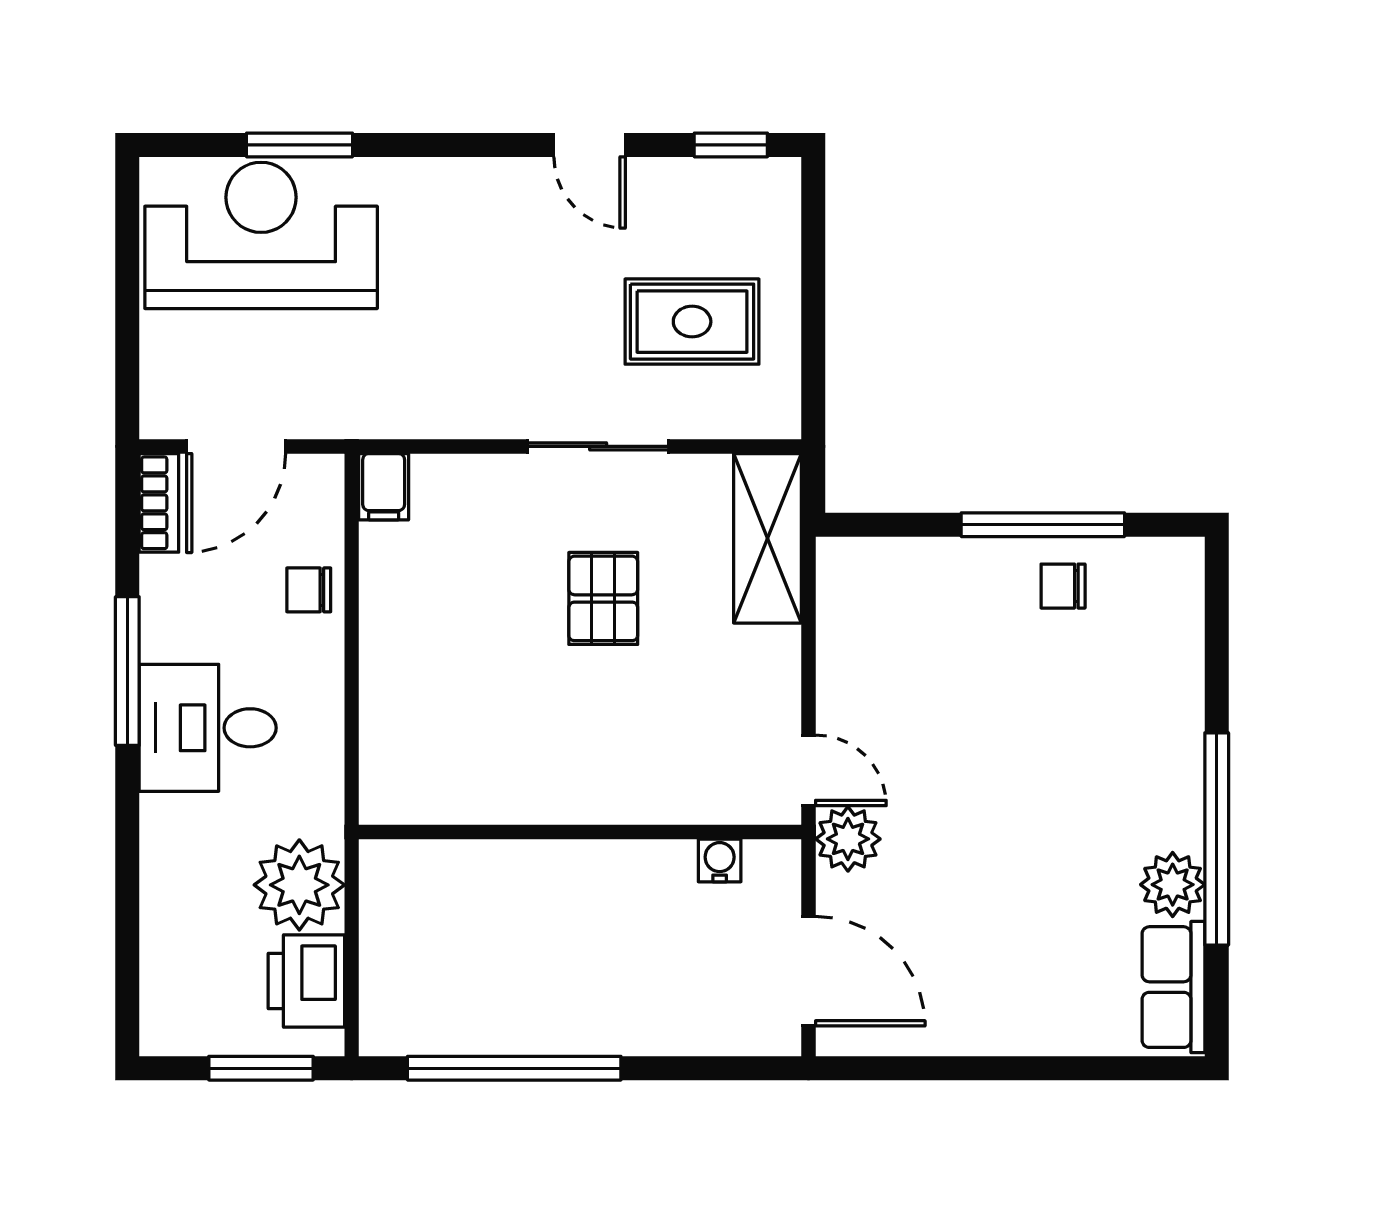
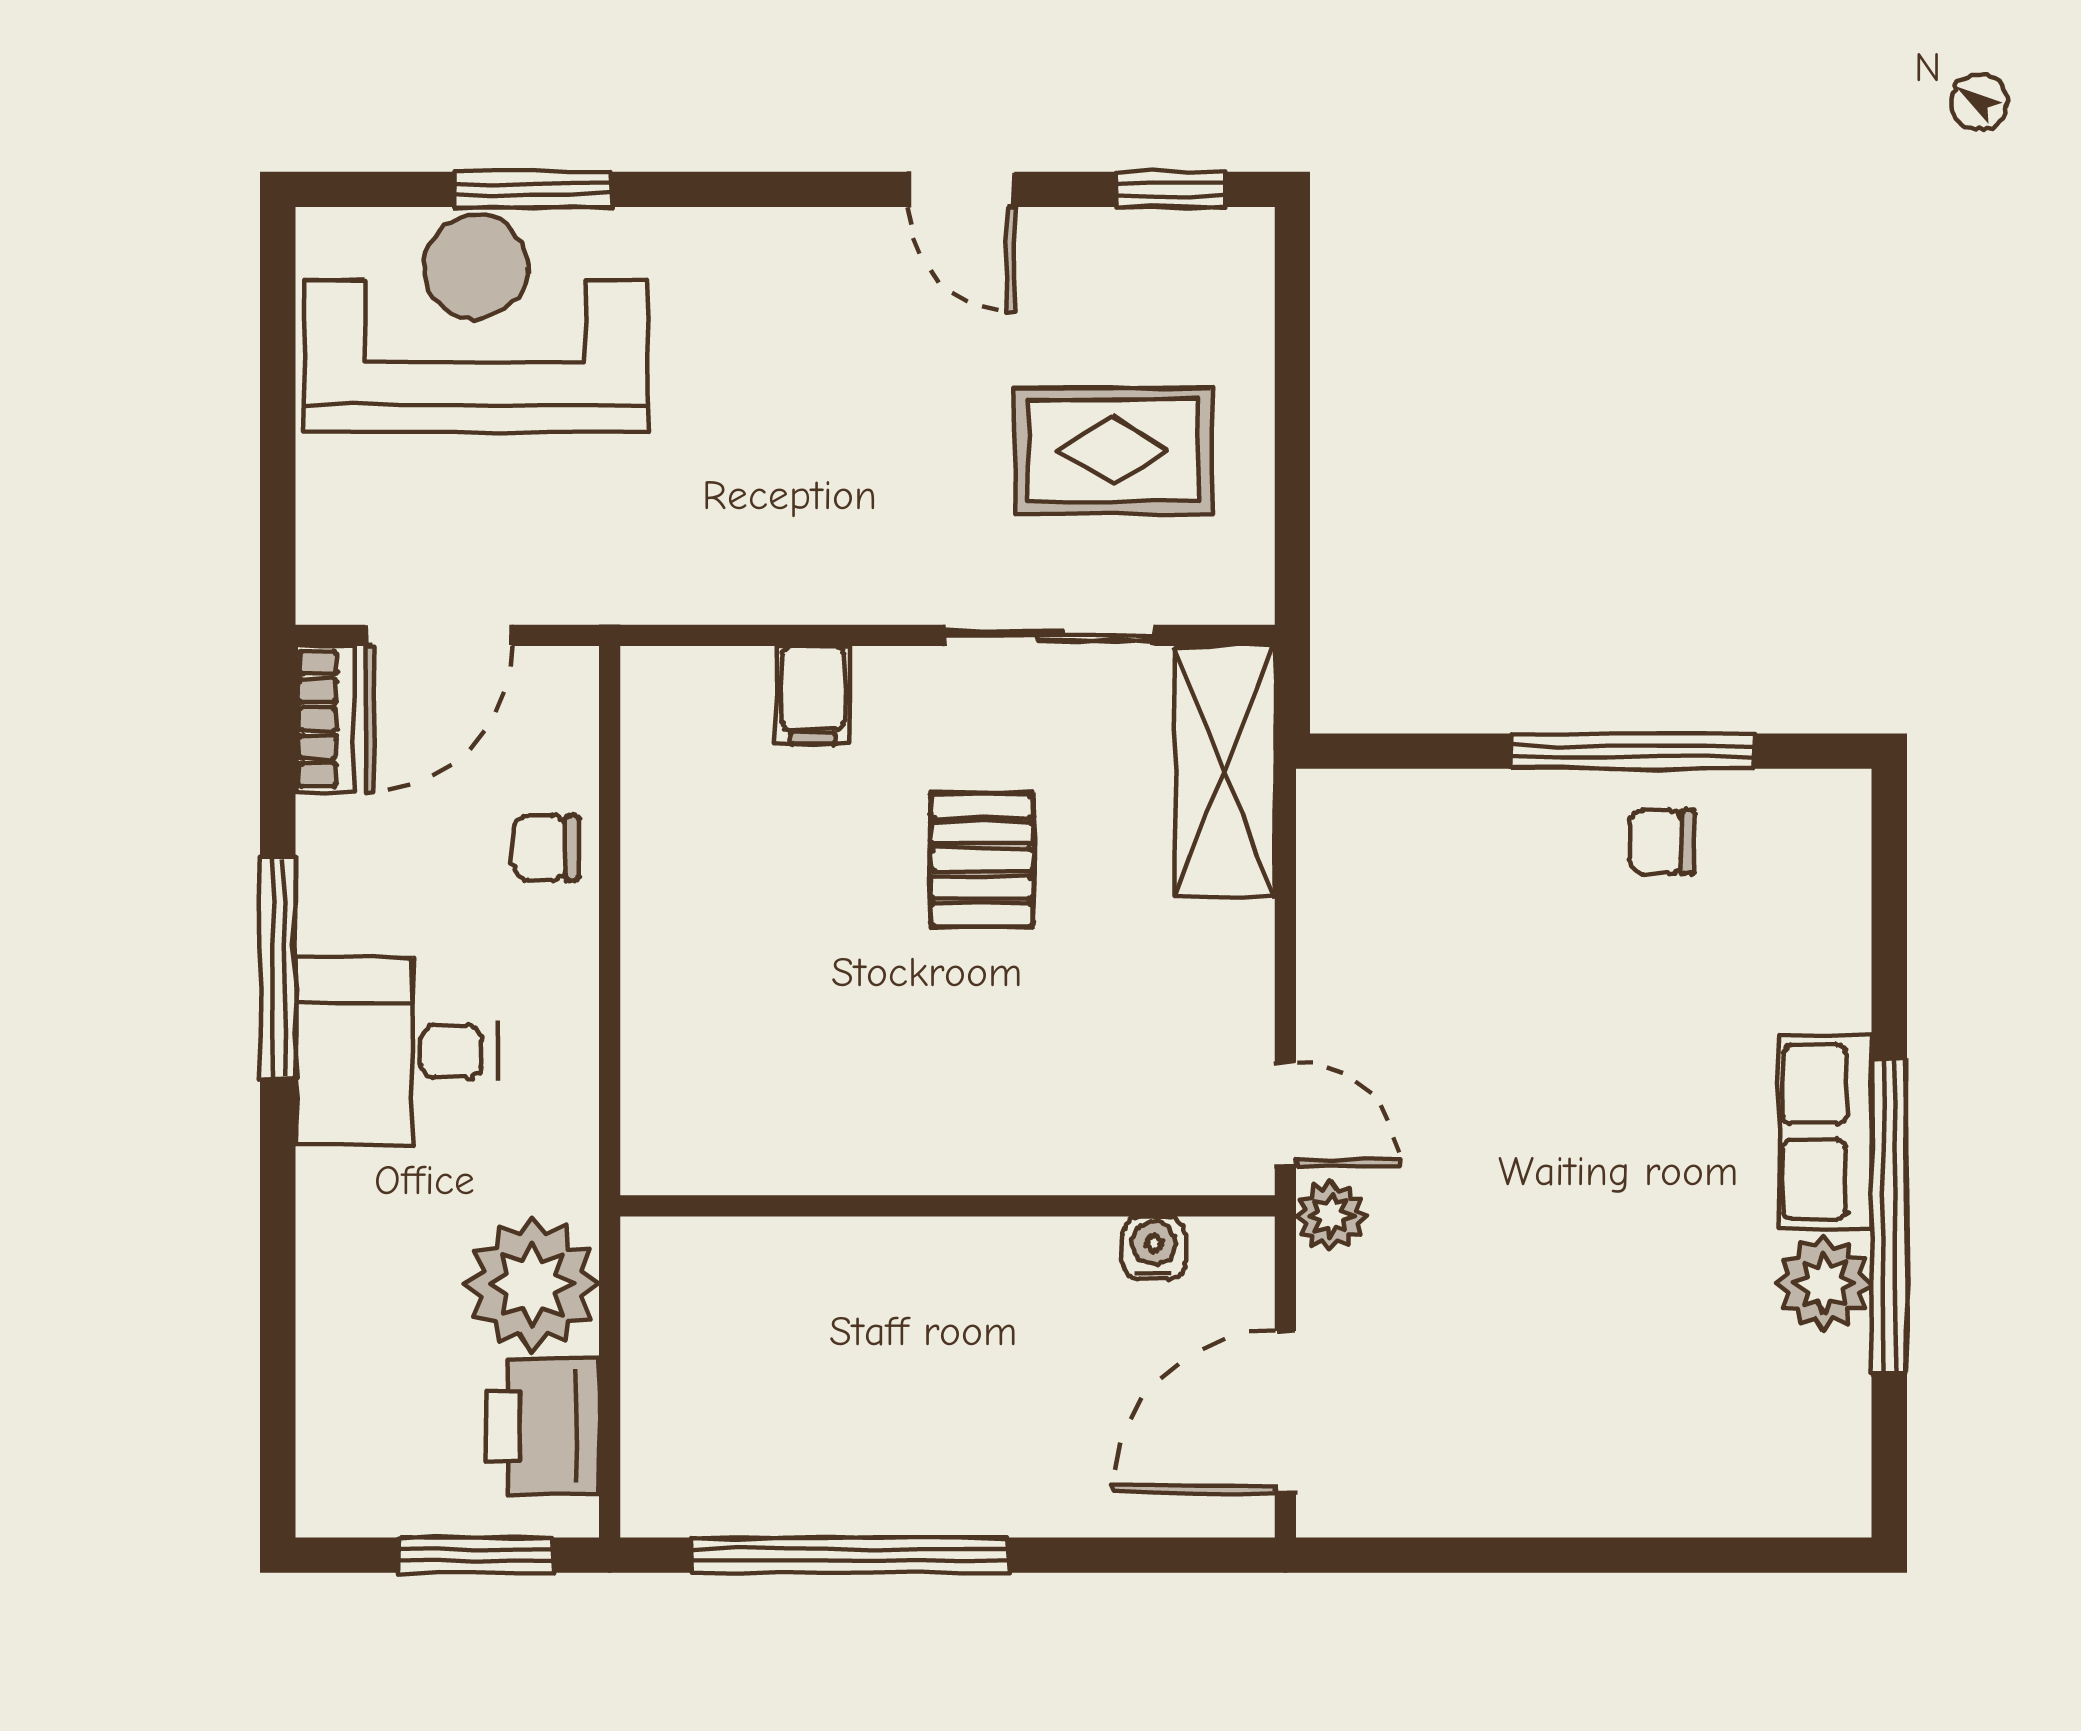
sliding door: (598, 446) -> (1050, 635), moved
filing cabinet: (384, 487) -> (813, 695), moved
plant: (848, 839) -> (1331, 1216), width x0.73, depth x0.73
door: (808, 971) -> (1285, 1412), swing flipped
row of seats: (1173, 987) -> (1825, 1132), moved

